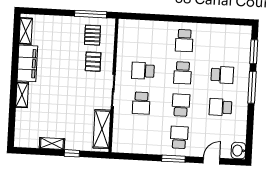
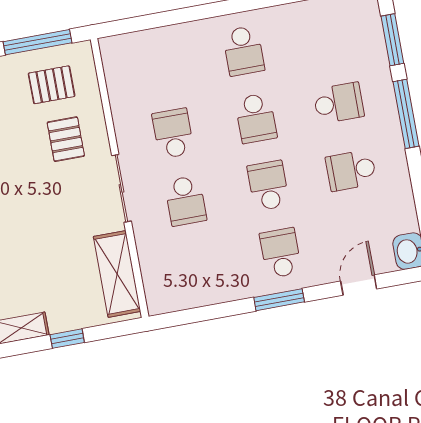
pallet: (92, 35) -> (52, 85), turned 90
school desk: (143, 71) -> (173, 133), turned 90

